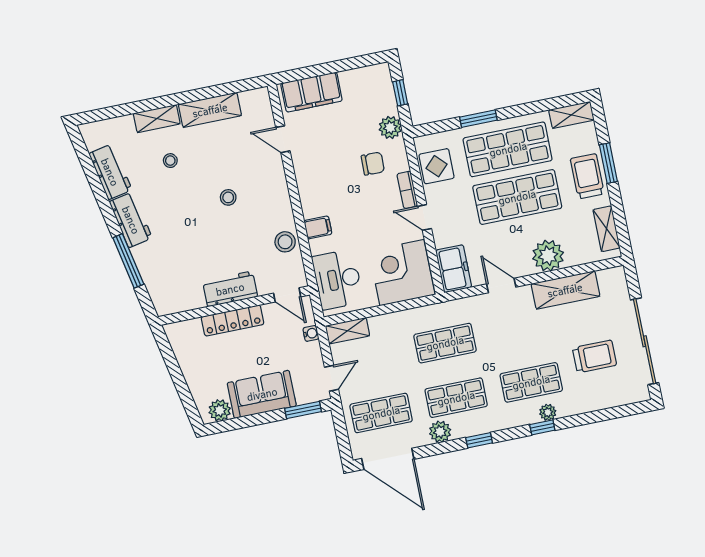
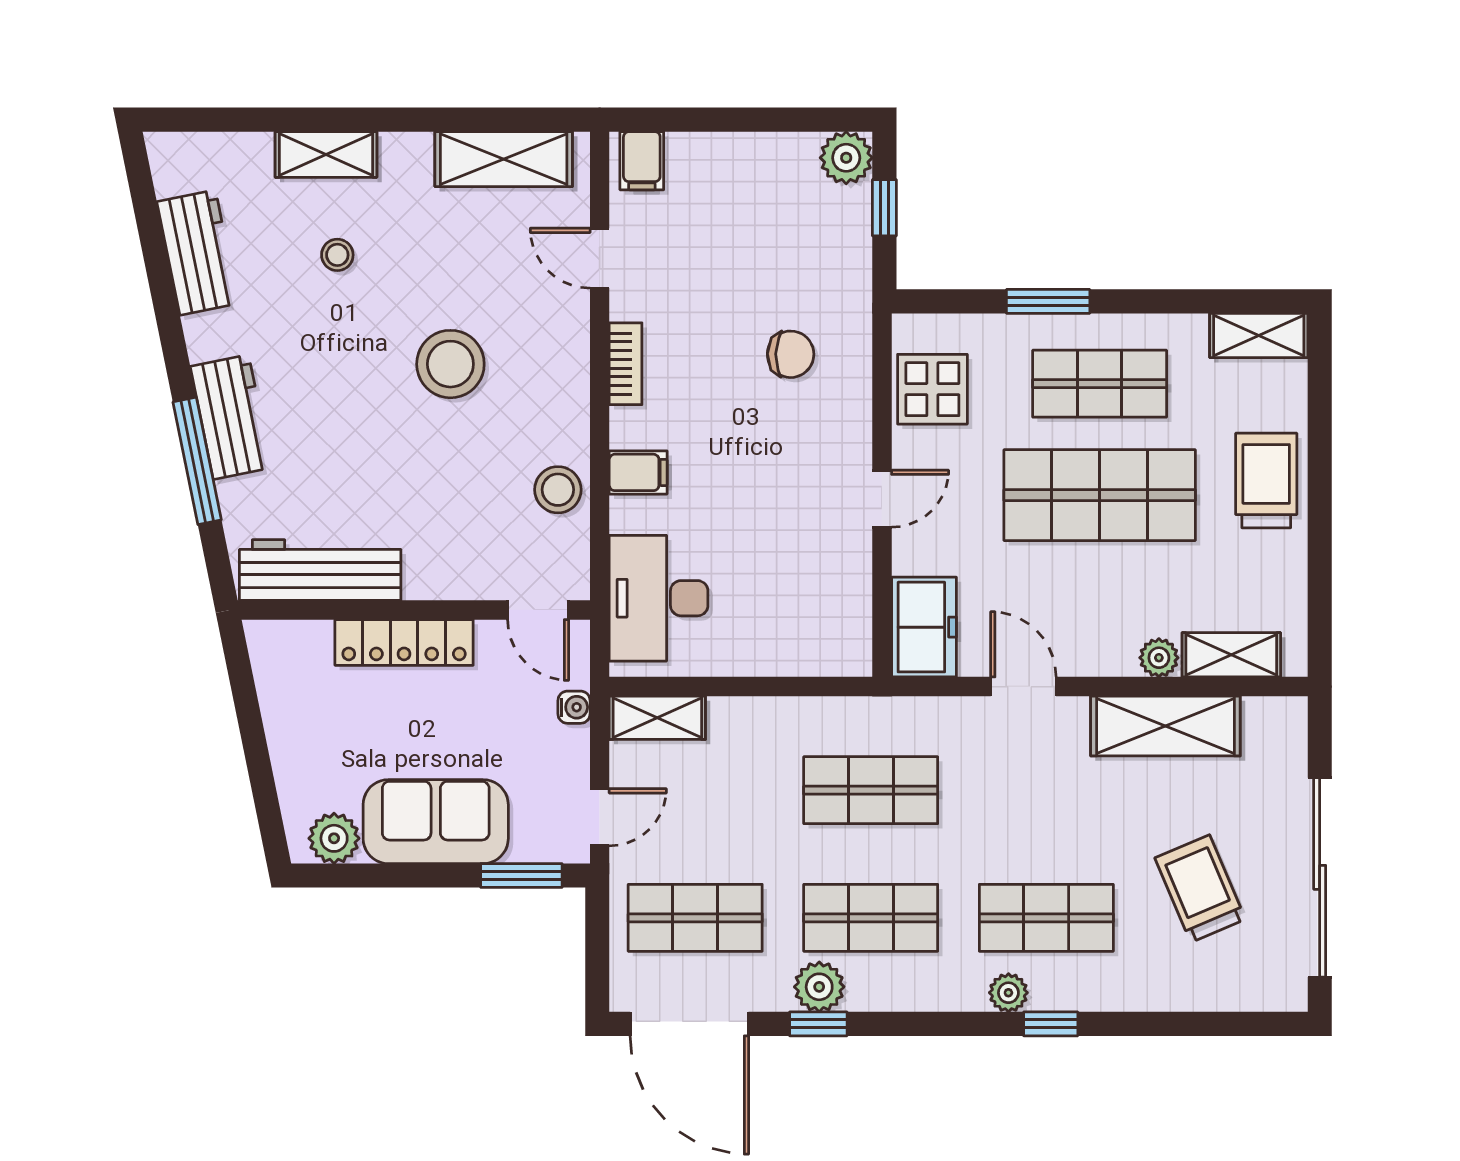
filing cabinet: (311, 92) -> (642, 161), width x0.33, depth x0.86
shelving: (210, 110) -> (504, 159), moved
plant: (390, 127) -> (846, 158), moved
shop shelf: (508, 149) -> (1100, 384), width x0.70, depth x0.74
window: (608, 163) -> (1320, 461), removed
bookcase: (407, 190) -> (626, 364), moved, turned 180
stool: (228, 197) -> (450, 364), width x1.89, depth x1.89
door: (424, 217) -> (882, 499), swing flipped
workbench: (131, 220) -> (231, 417), moved
shelving: (607, 229) -> (1231, 655), moved, turned 90
plant: (548, 256) -> (1159, 658), width x0.53, depth x0.53
corner desk: (402, 273) -> (806, 612), removed
workbench: (230, 289) -> (320, 570), moved, width x1.37
trolley: (594, 357) -> (1200, 889), turned -113
plant: (548, 412) -> (1008, 993), moved
window: (479, 440) -> (818, 1024), moved

